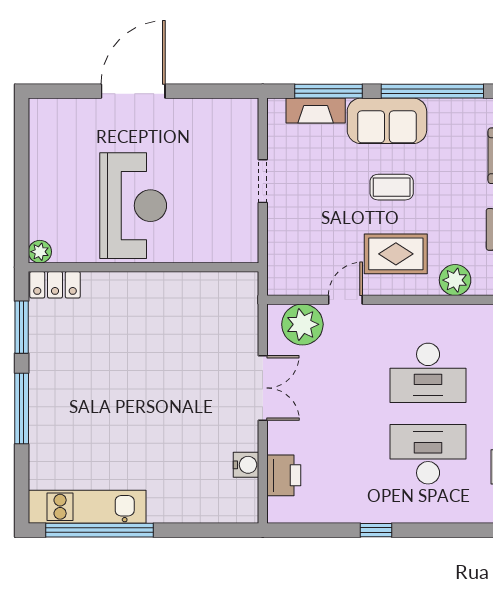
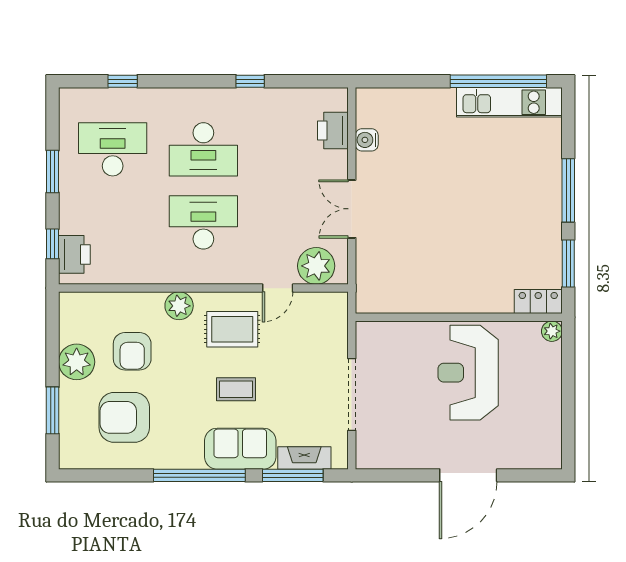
doorway: (263, 181) -> (352, 395), width x1.87

